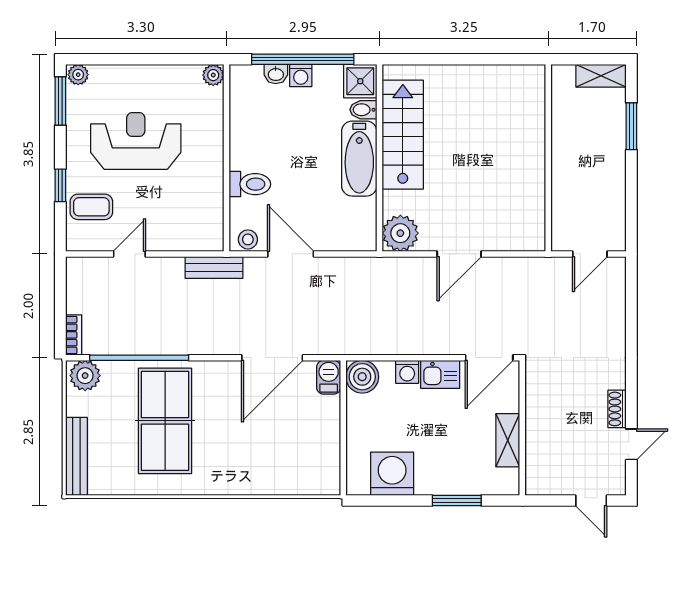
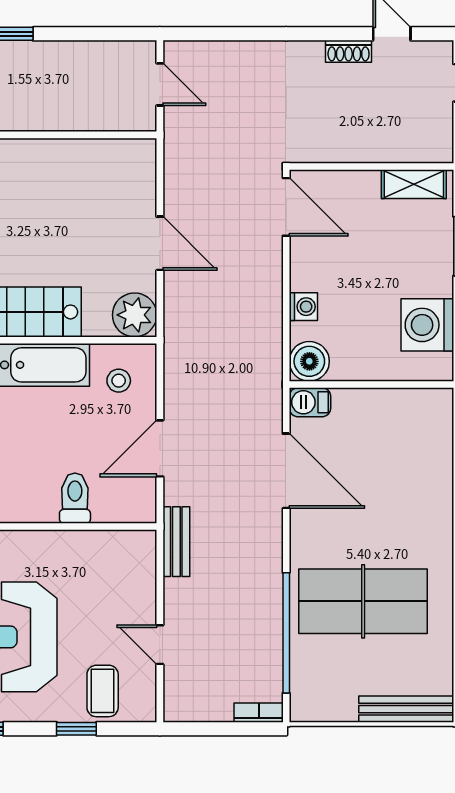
stool: (248, 239) -> (119, 381), moved
kitchen sink: (440, 374) -> (306, 266), removed
plant: (85, 376) -> (308, 699), removed
shelving: (508, 440) -> (414, 184), moved

